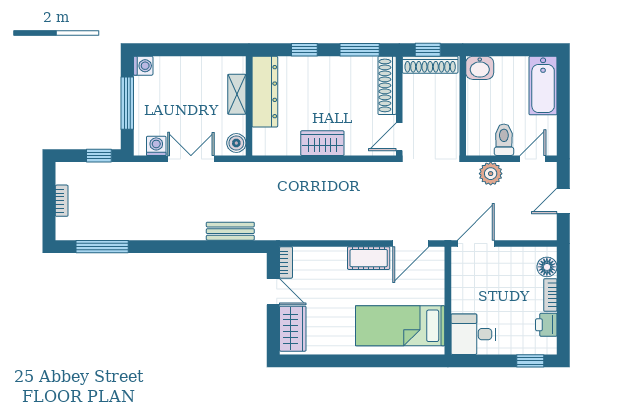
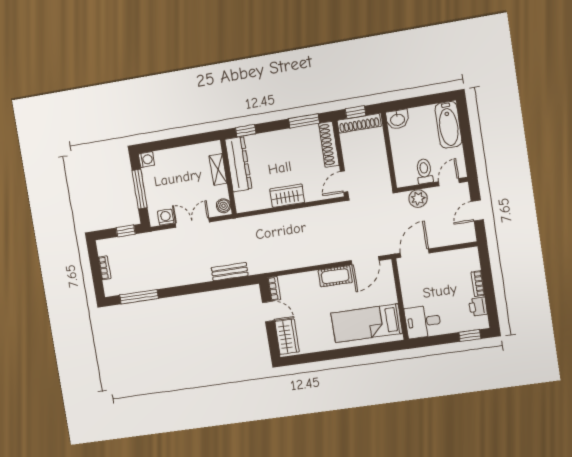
window: (304, 50) -> (246, 131), moved
floor lamp: (547, 267) -> (472, 263), removed

